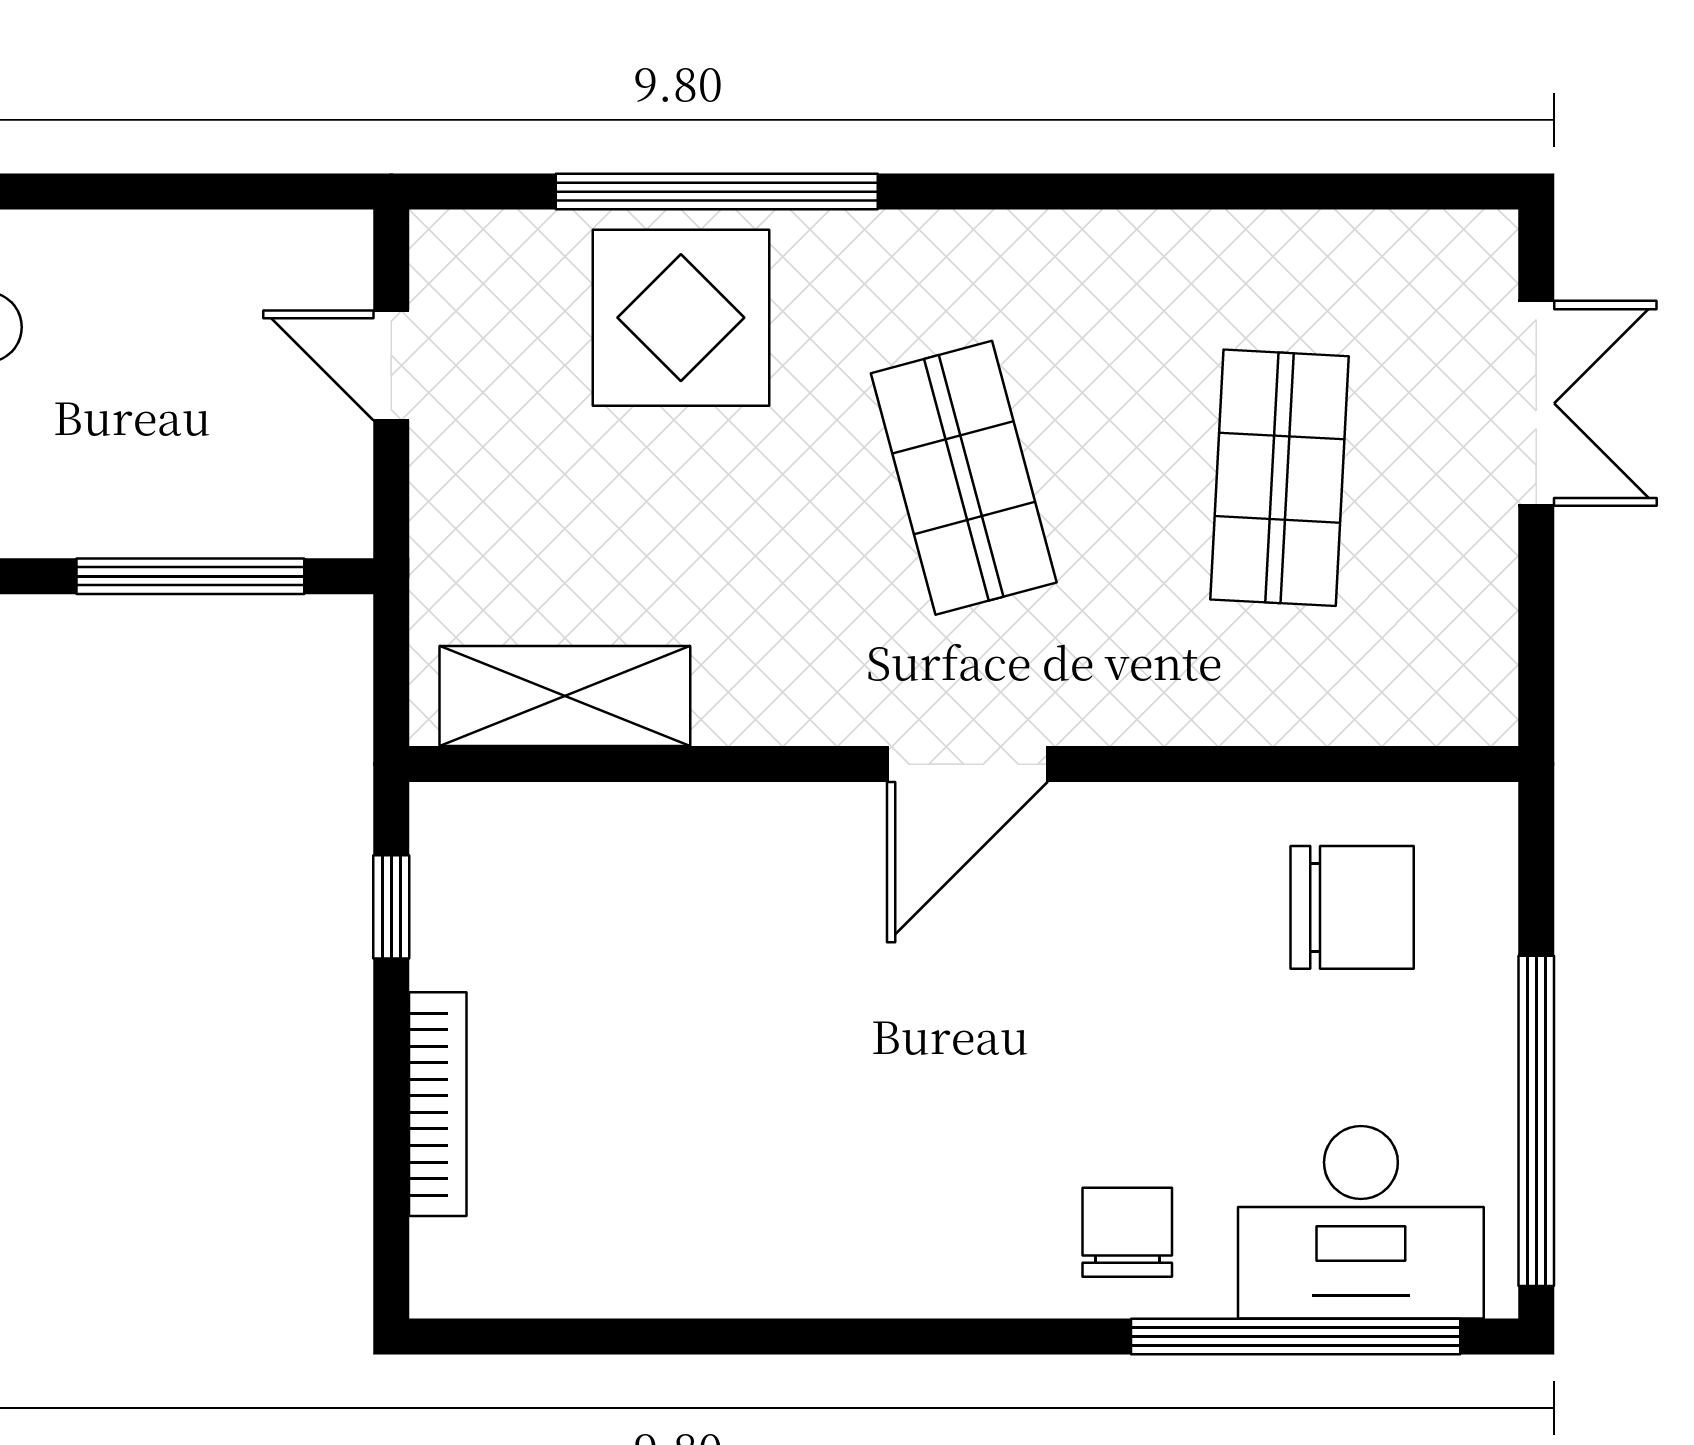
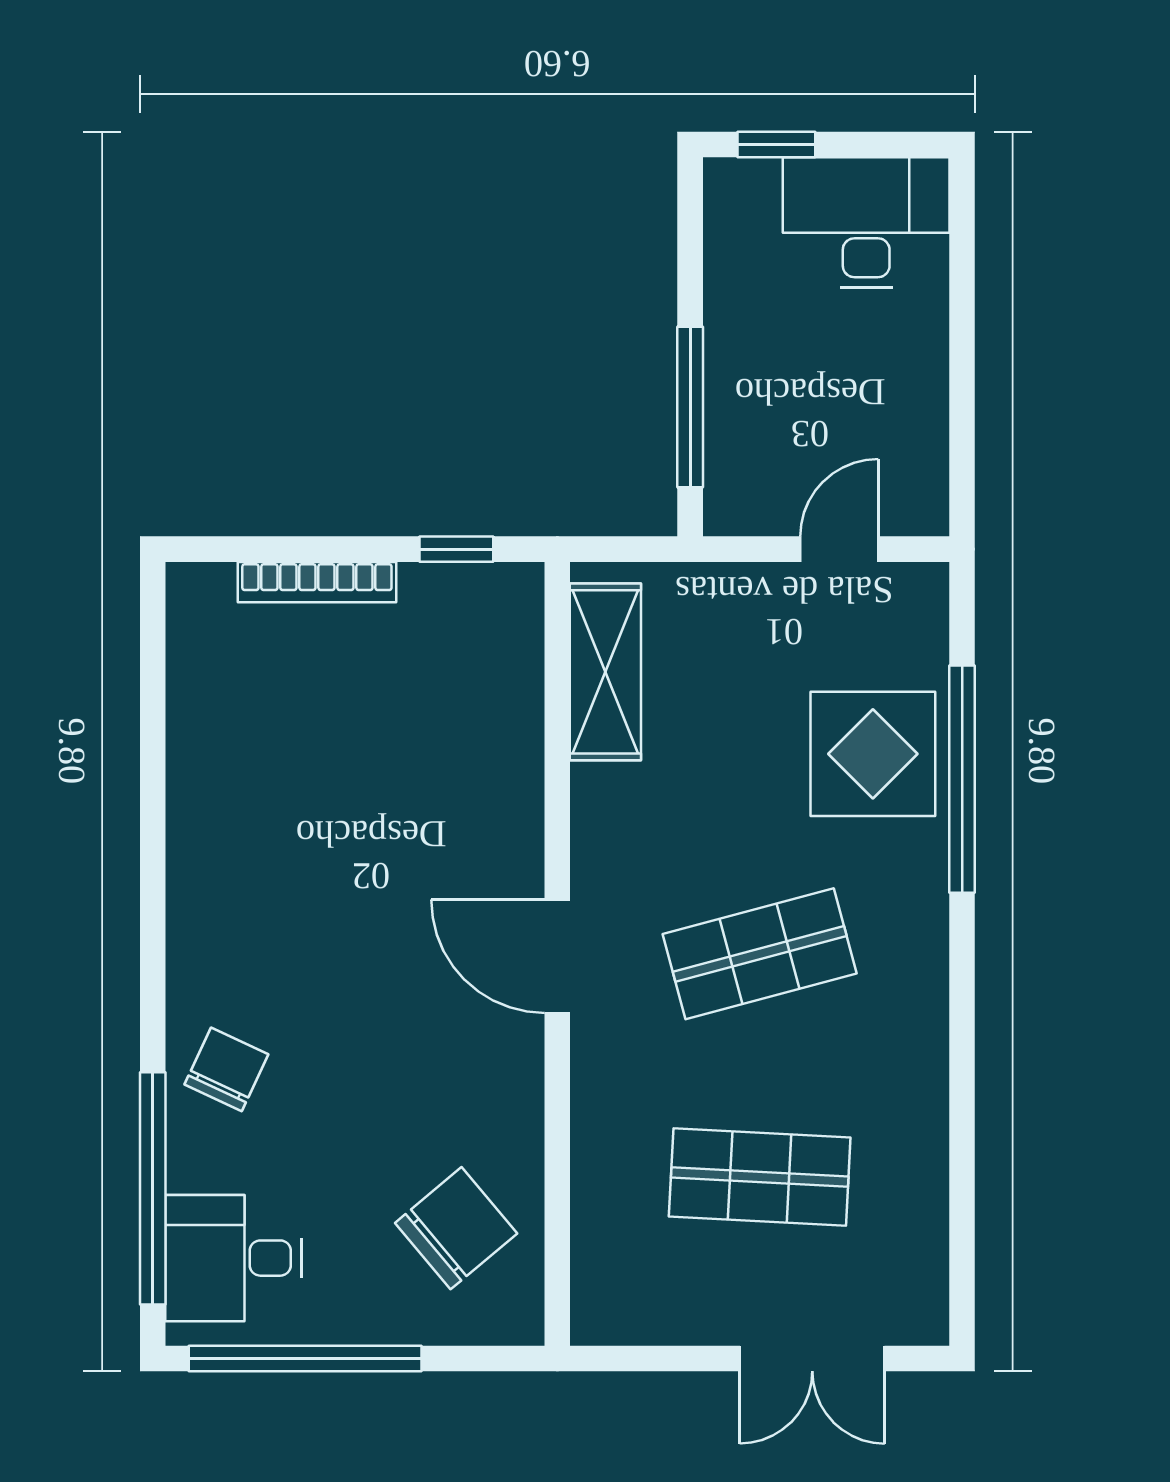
chair: (1352, 907) -> (456, 1228), turned -130
desk: (1361, 1222) -> (233, 1258), width x0.73
chair: (1127, 1232) -> (226, 1069), turned -65

